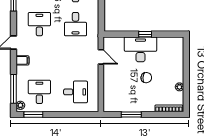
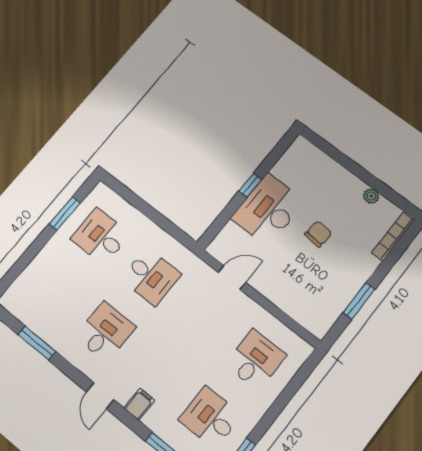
desk: (39, 24) -> (105, 332), turned 90

